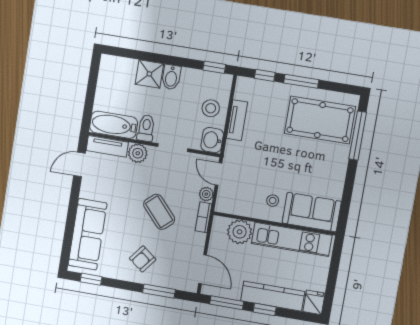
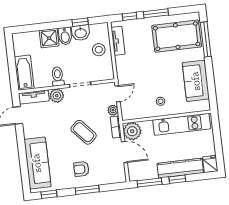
window: (214, 67) -> (80, 22), moved
tv unit: (237, 120) -> (118, 41), moved
bathtub: (114, 125) -> (24, 73), moved, turned 90
washbasin: (212, 140) -> (81, 33), moved, turned -90
door: (219, 174) -> (118, 94), swing flipped
sofa: (312, 212) -> (196, 81), moved, turned -90
plant: (240, 232) -> (132, 131), moved
armchair: (143, 259) -> (81, 169), turned 52
door: (203, 269) -> (124, 152), moved
window: (159, 291) -> (87, 190), moved

